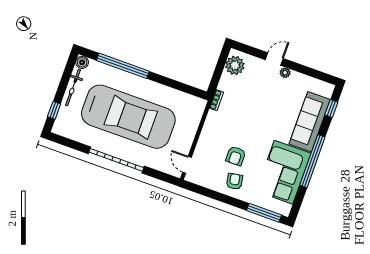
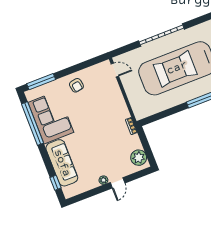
armchair: (236, 156) -> (89, 102), removed
window: (312, 161) -> (33, 123), moved

